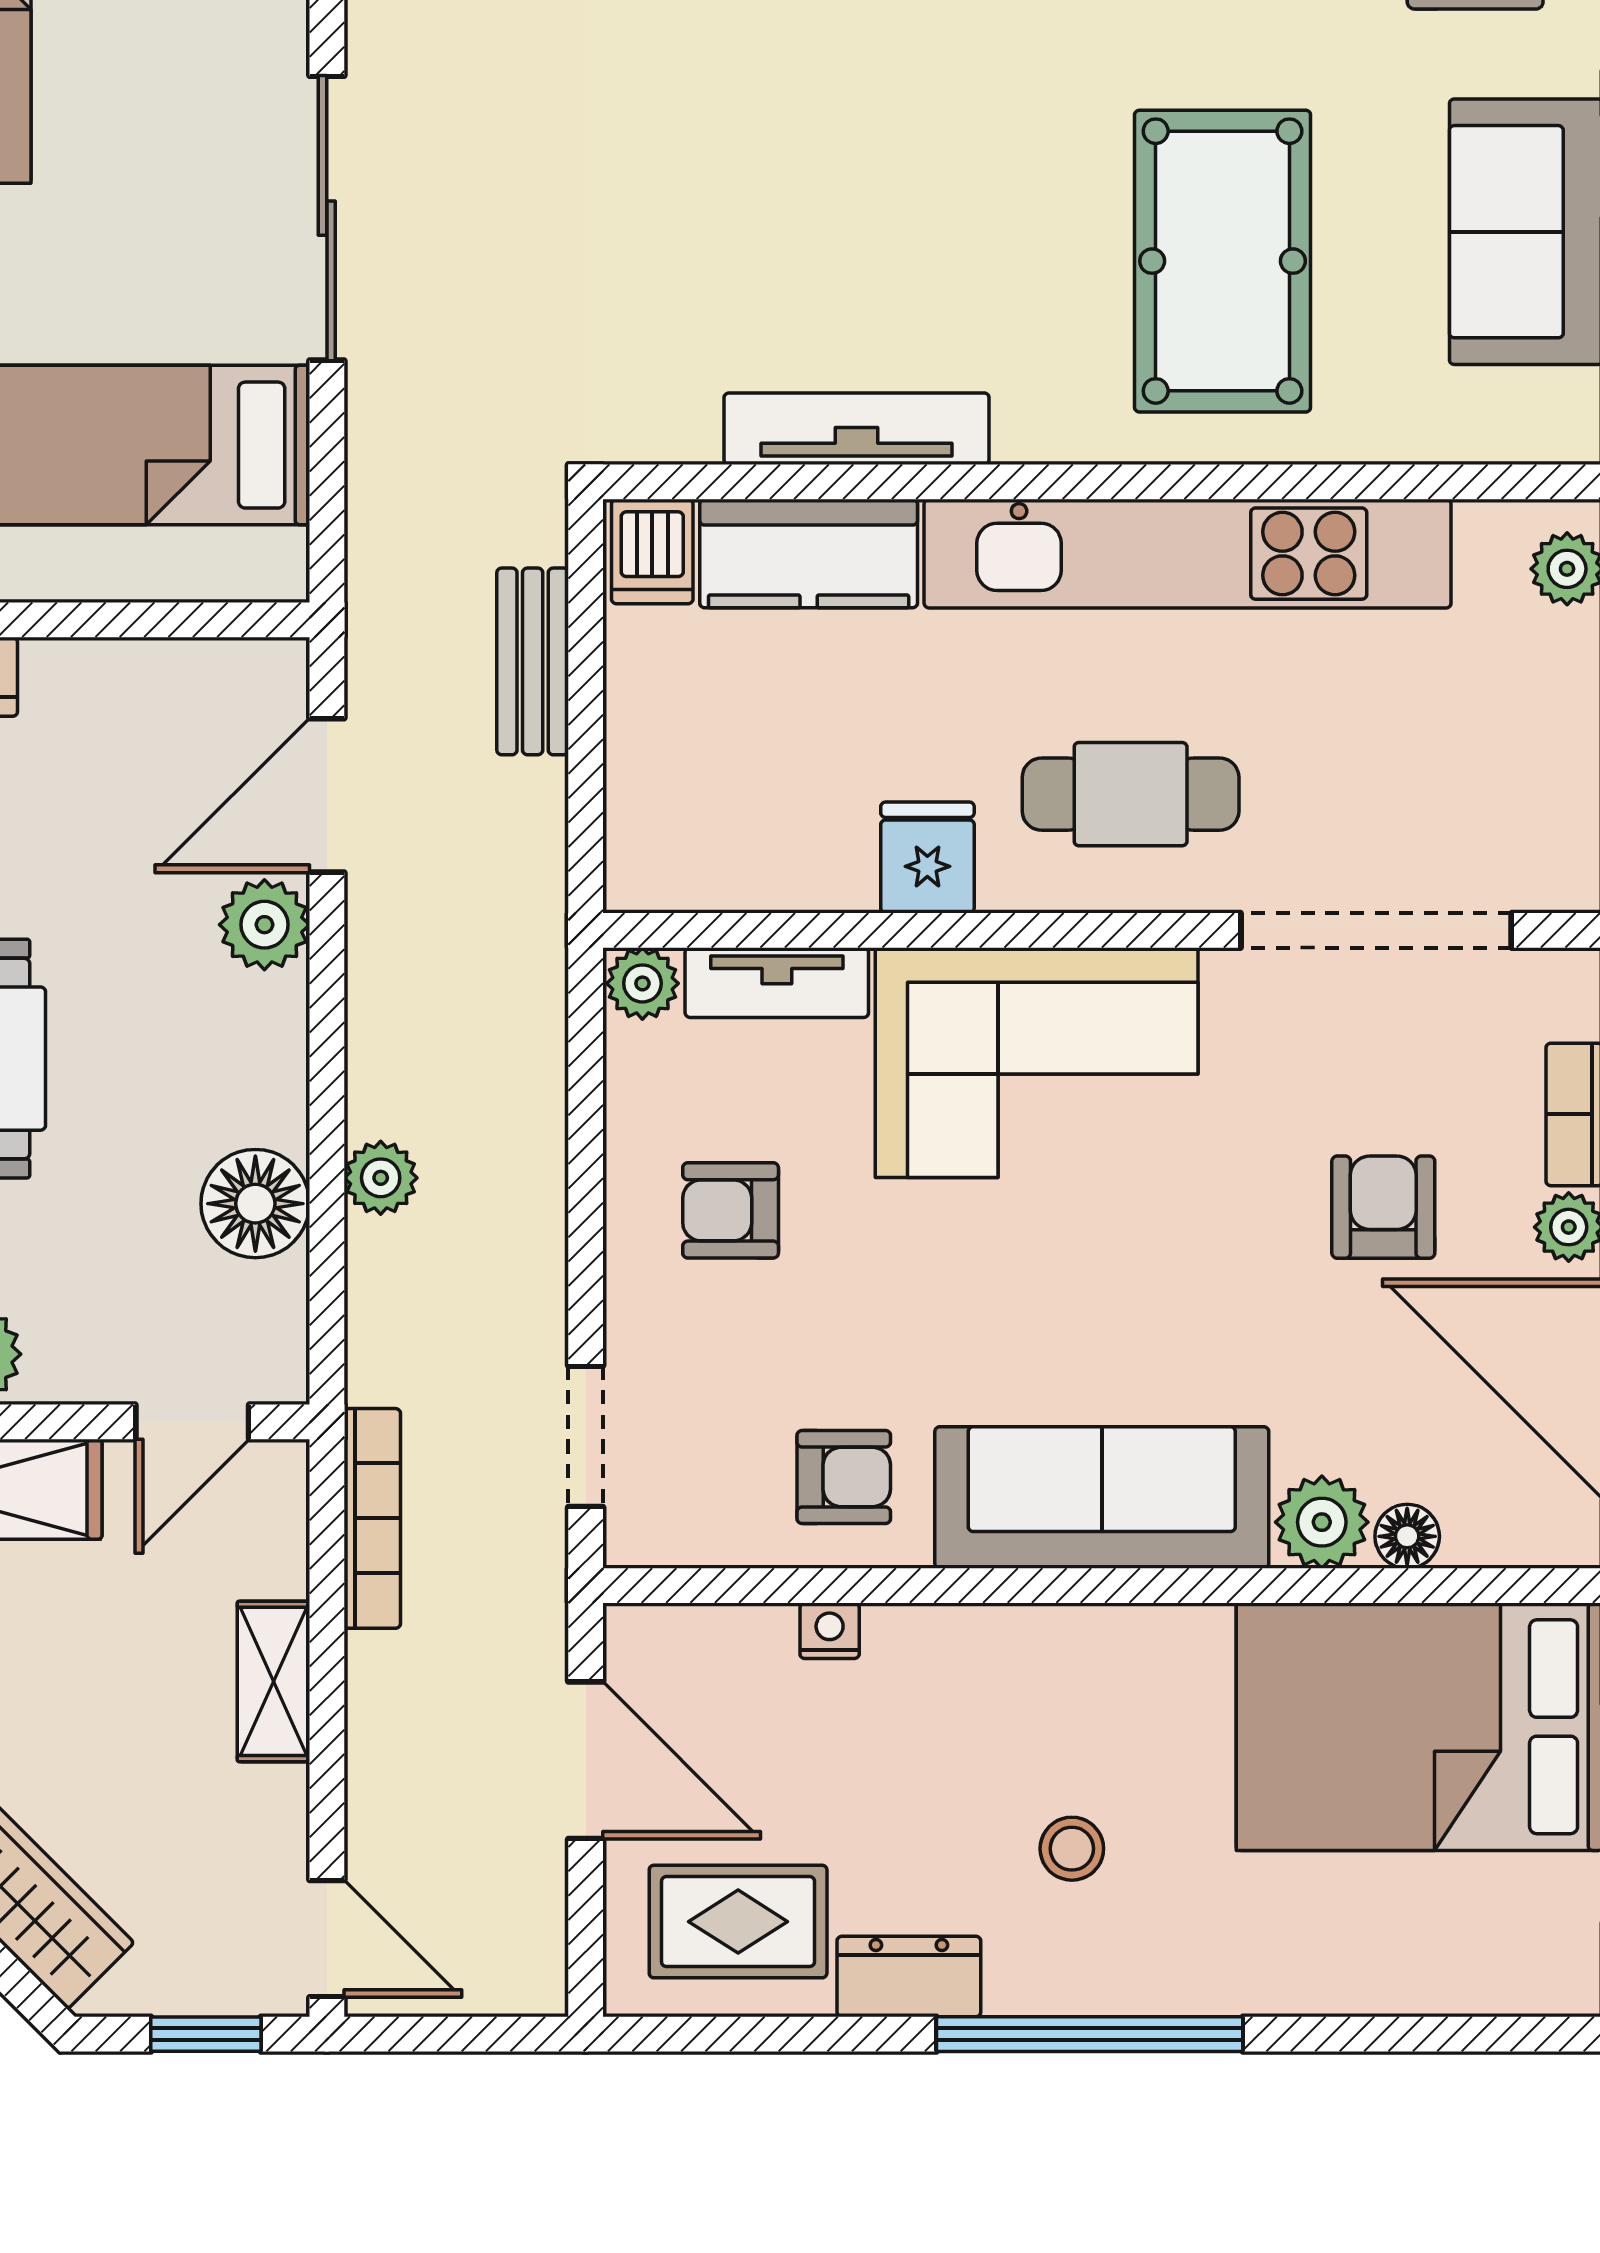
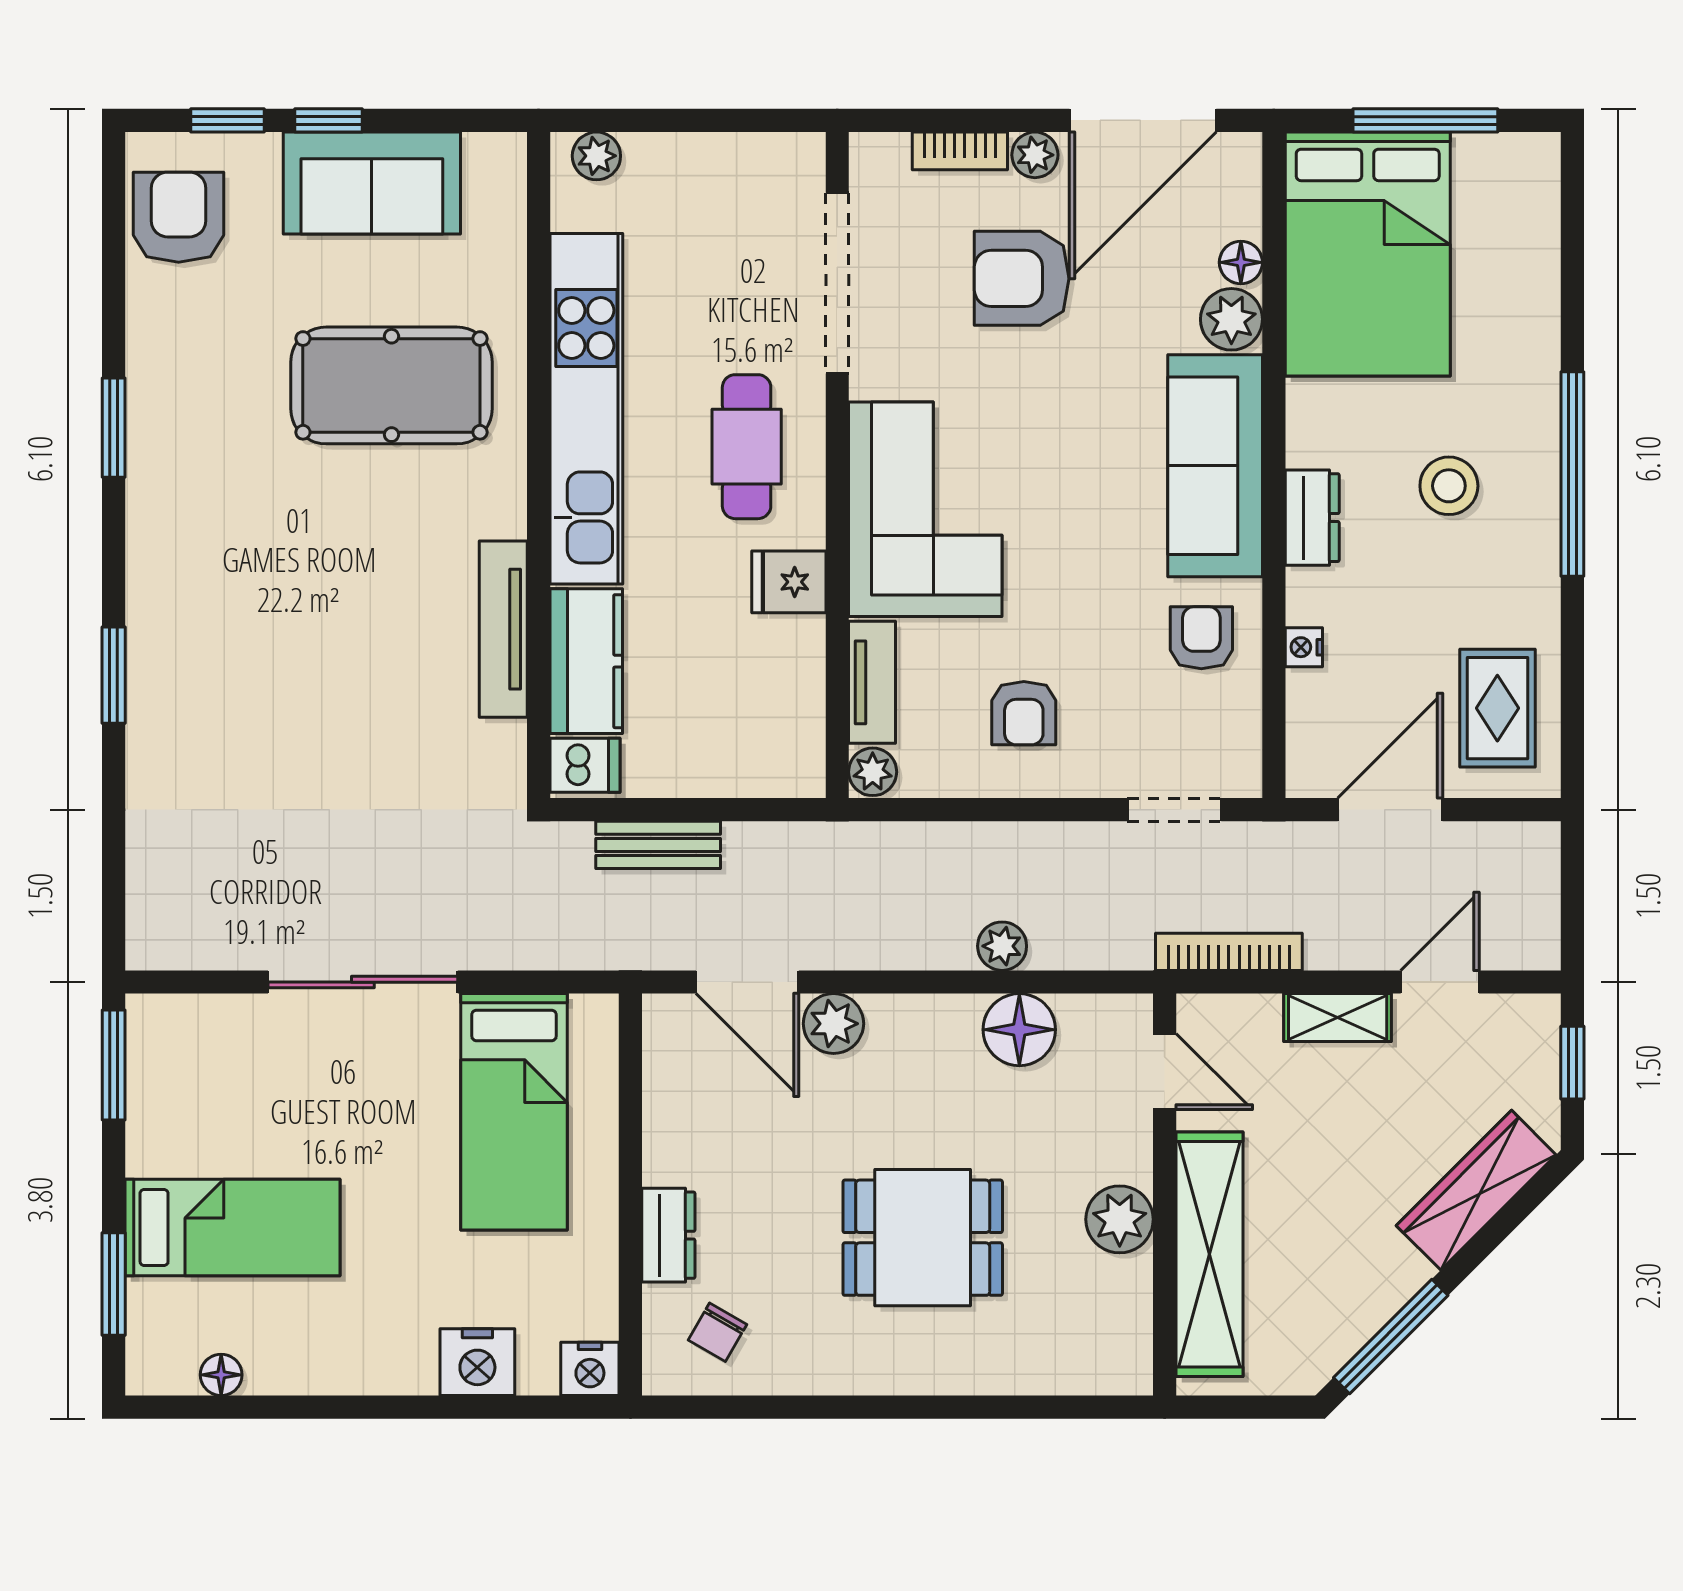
armchair: (1383, 1207) -> (1022, 278), width x1.38, depth x1.38
stool: (1072, 1849) -> (1449, 486), width x1.37, depth x1.37
door: (327, 1939) -> (1440, 982), moved
dresser: (909, 1976) -> (1312, 518), moved, turned 180

